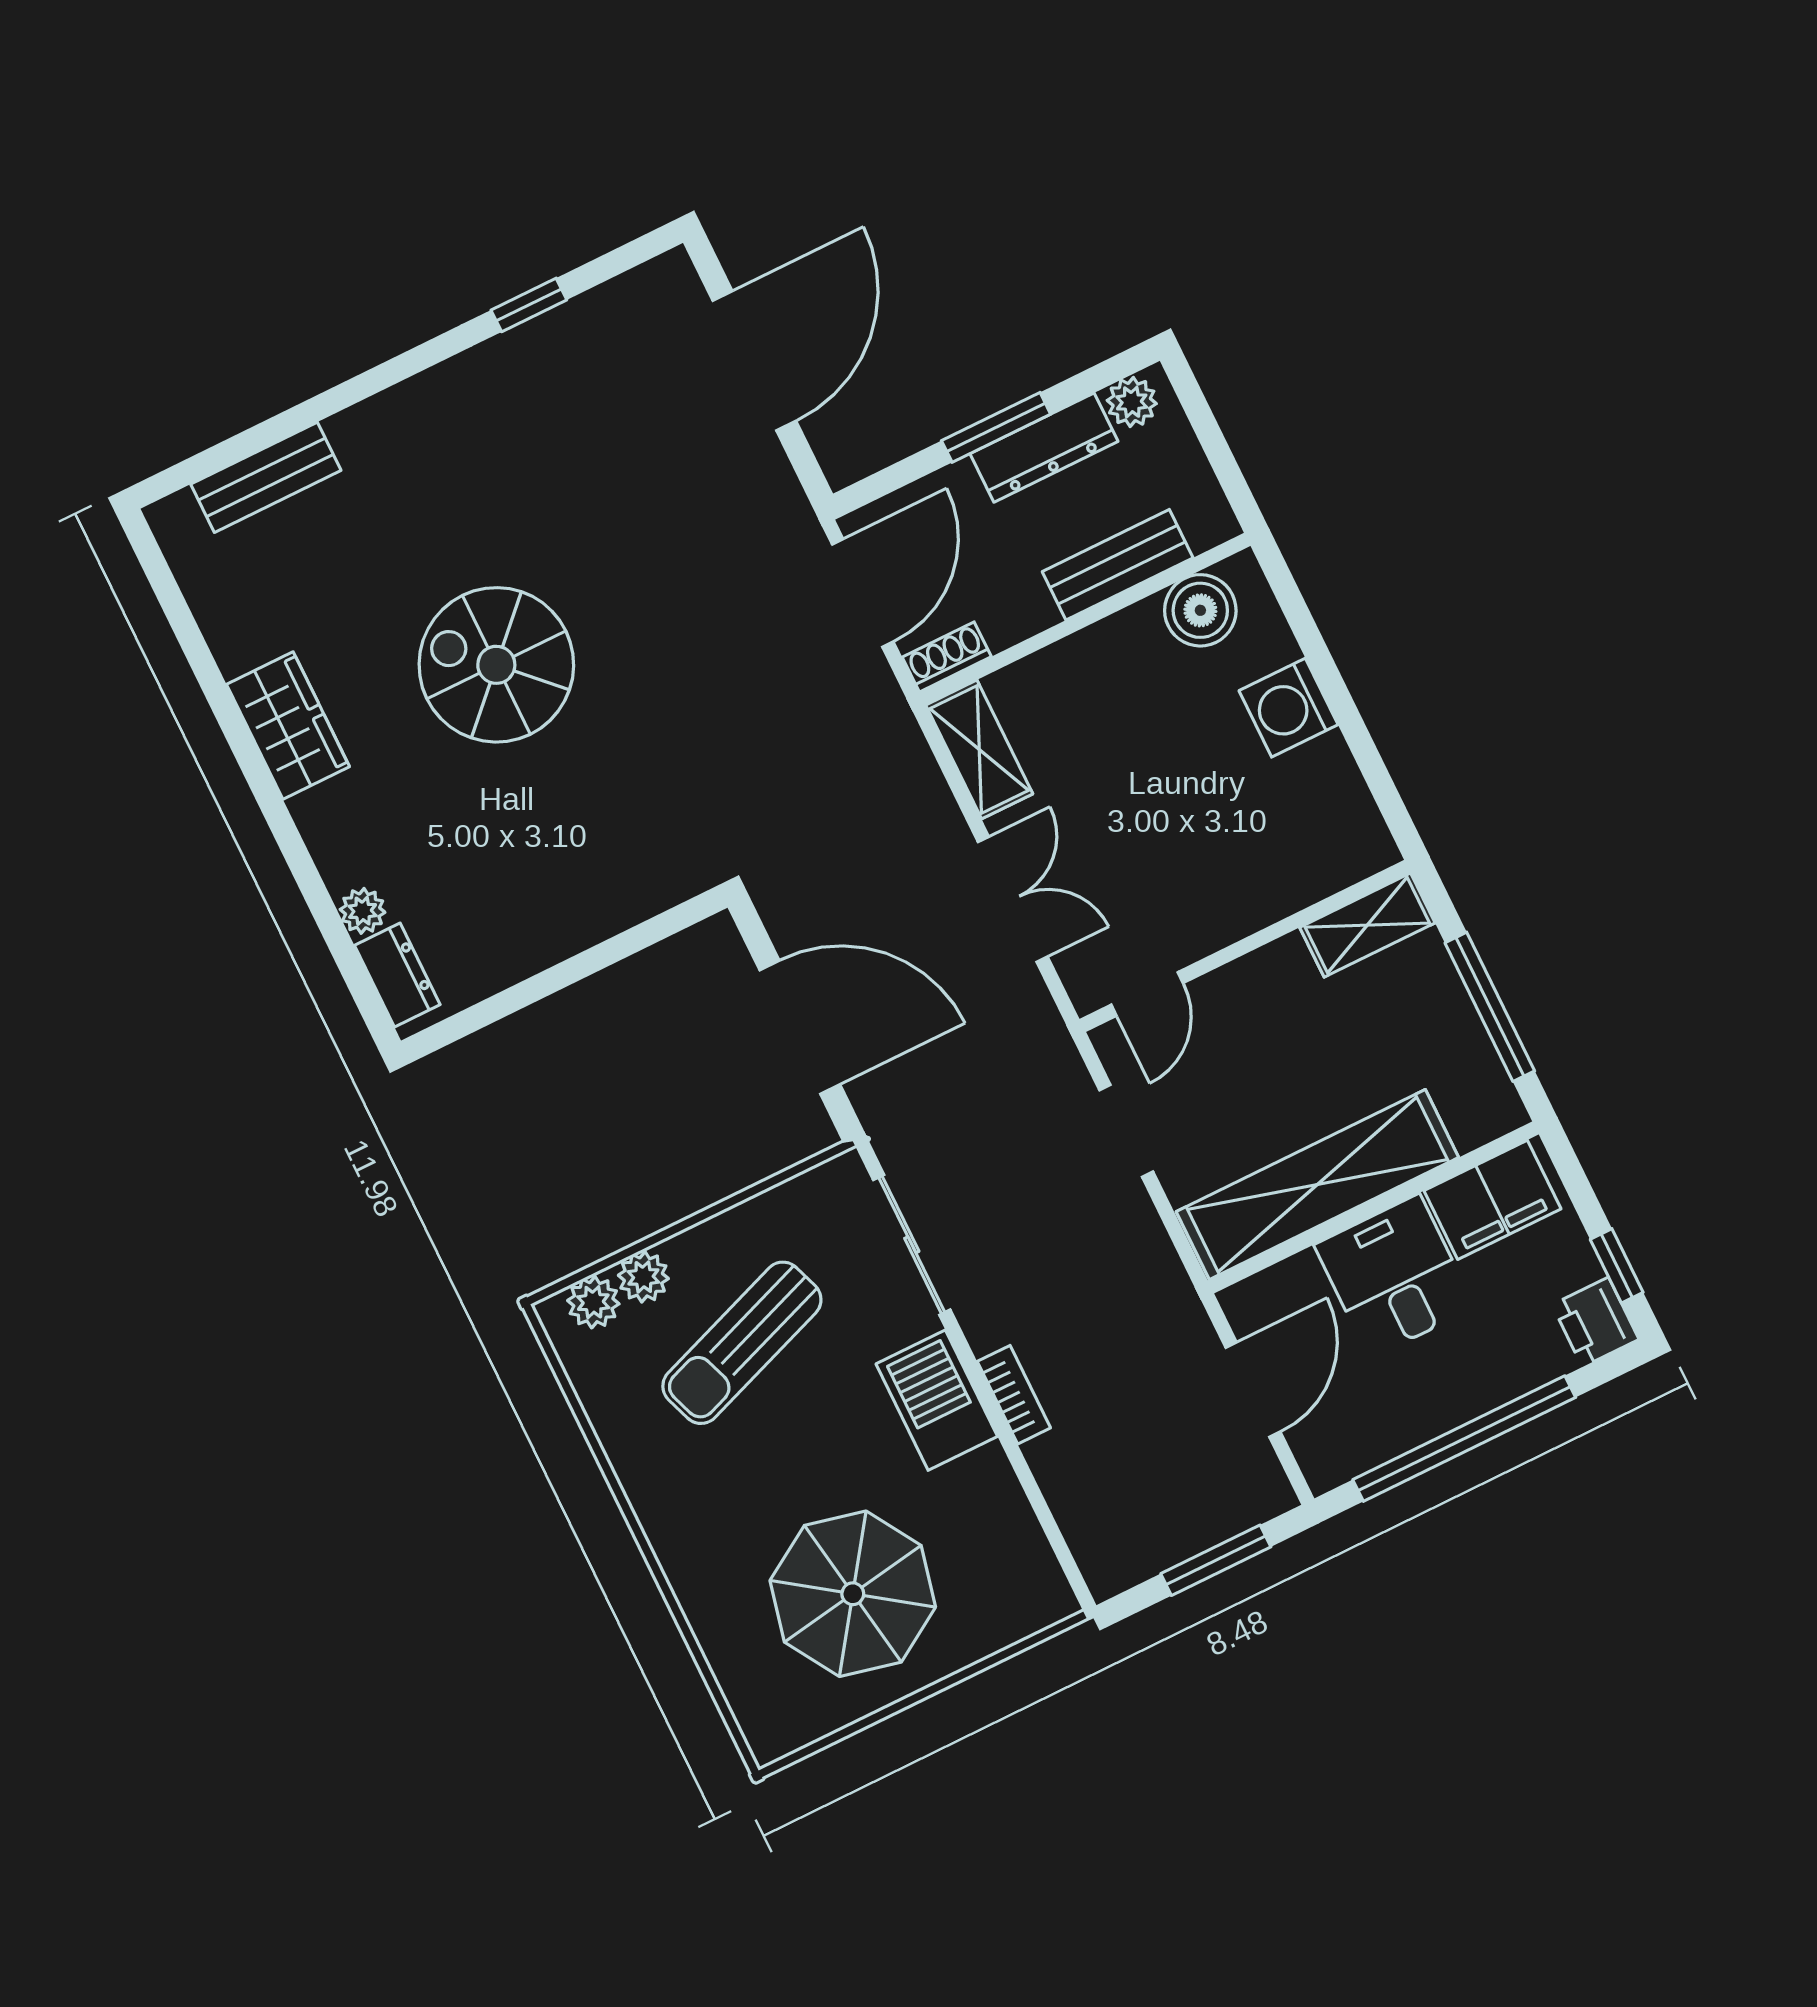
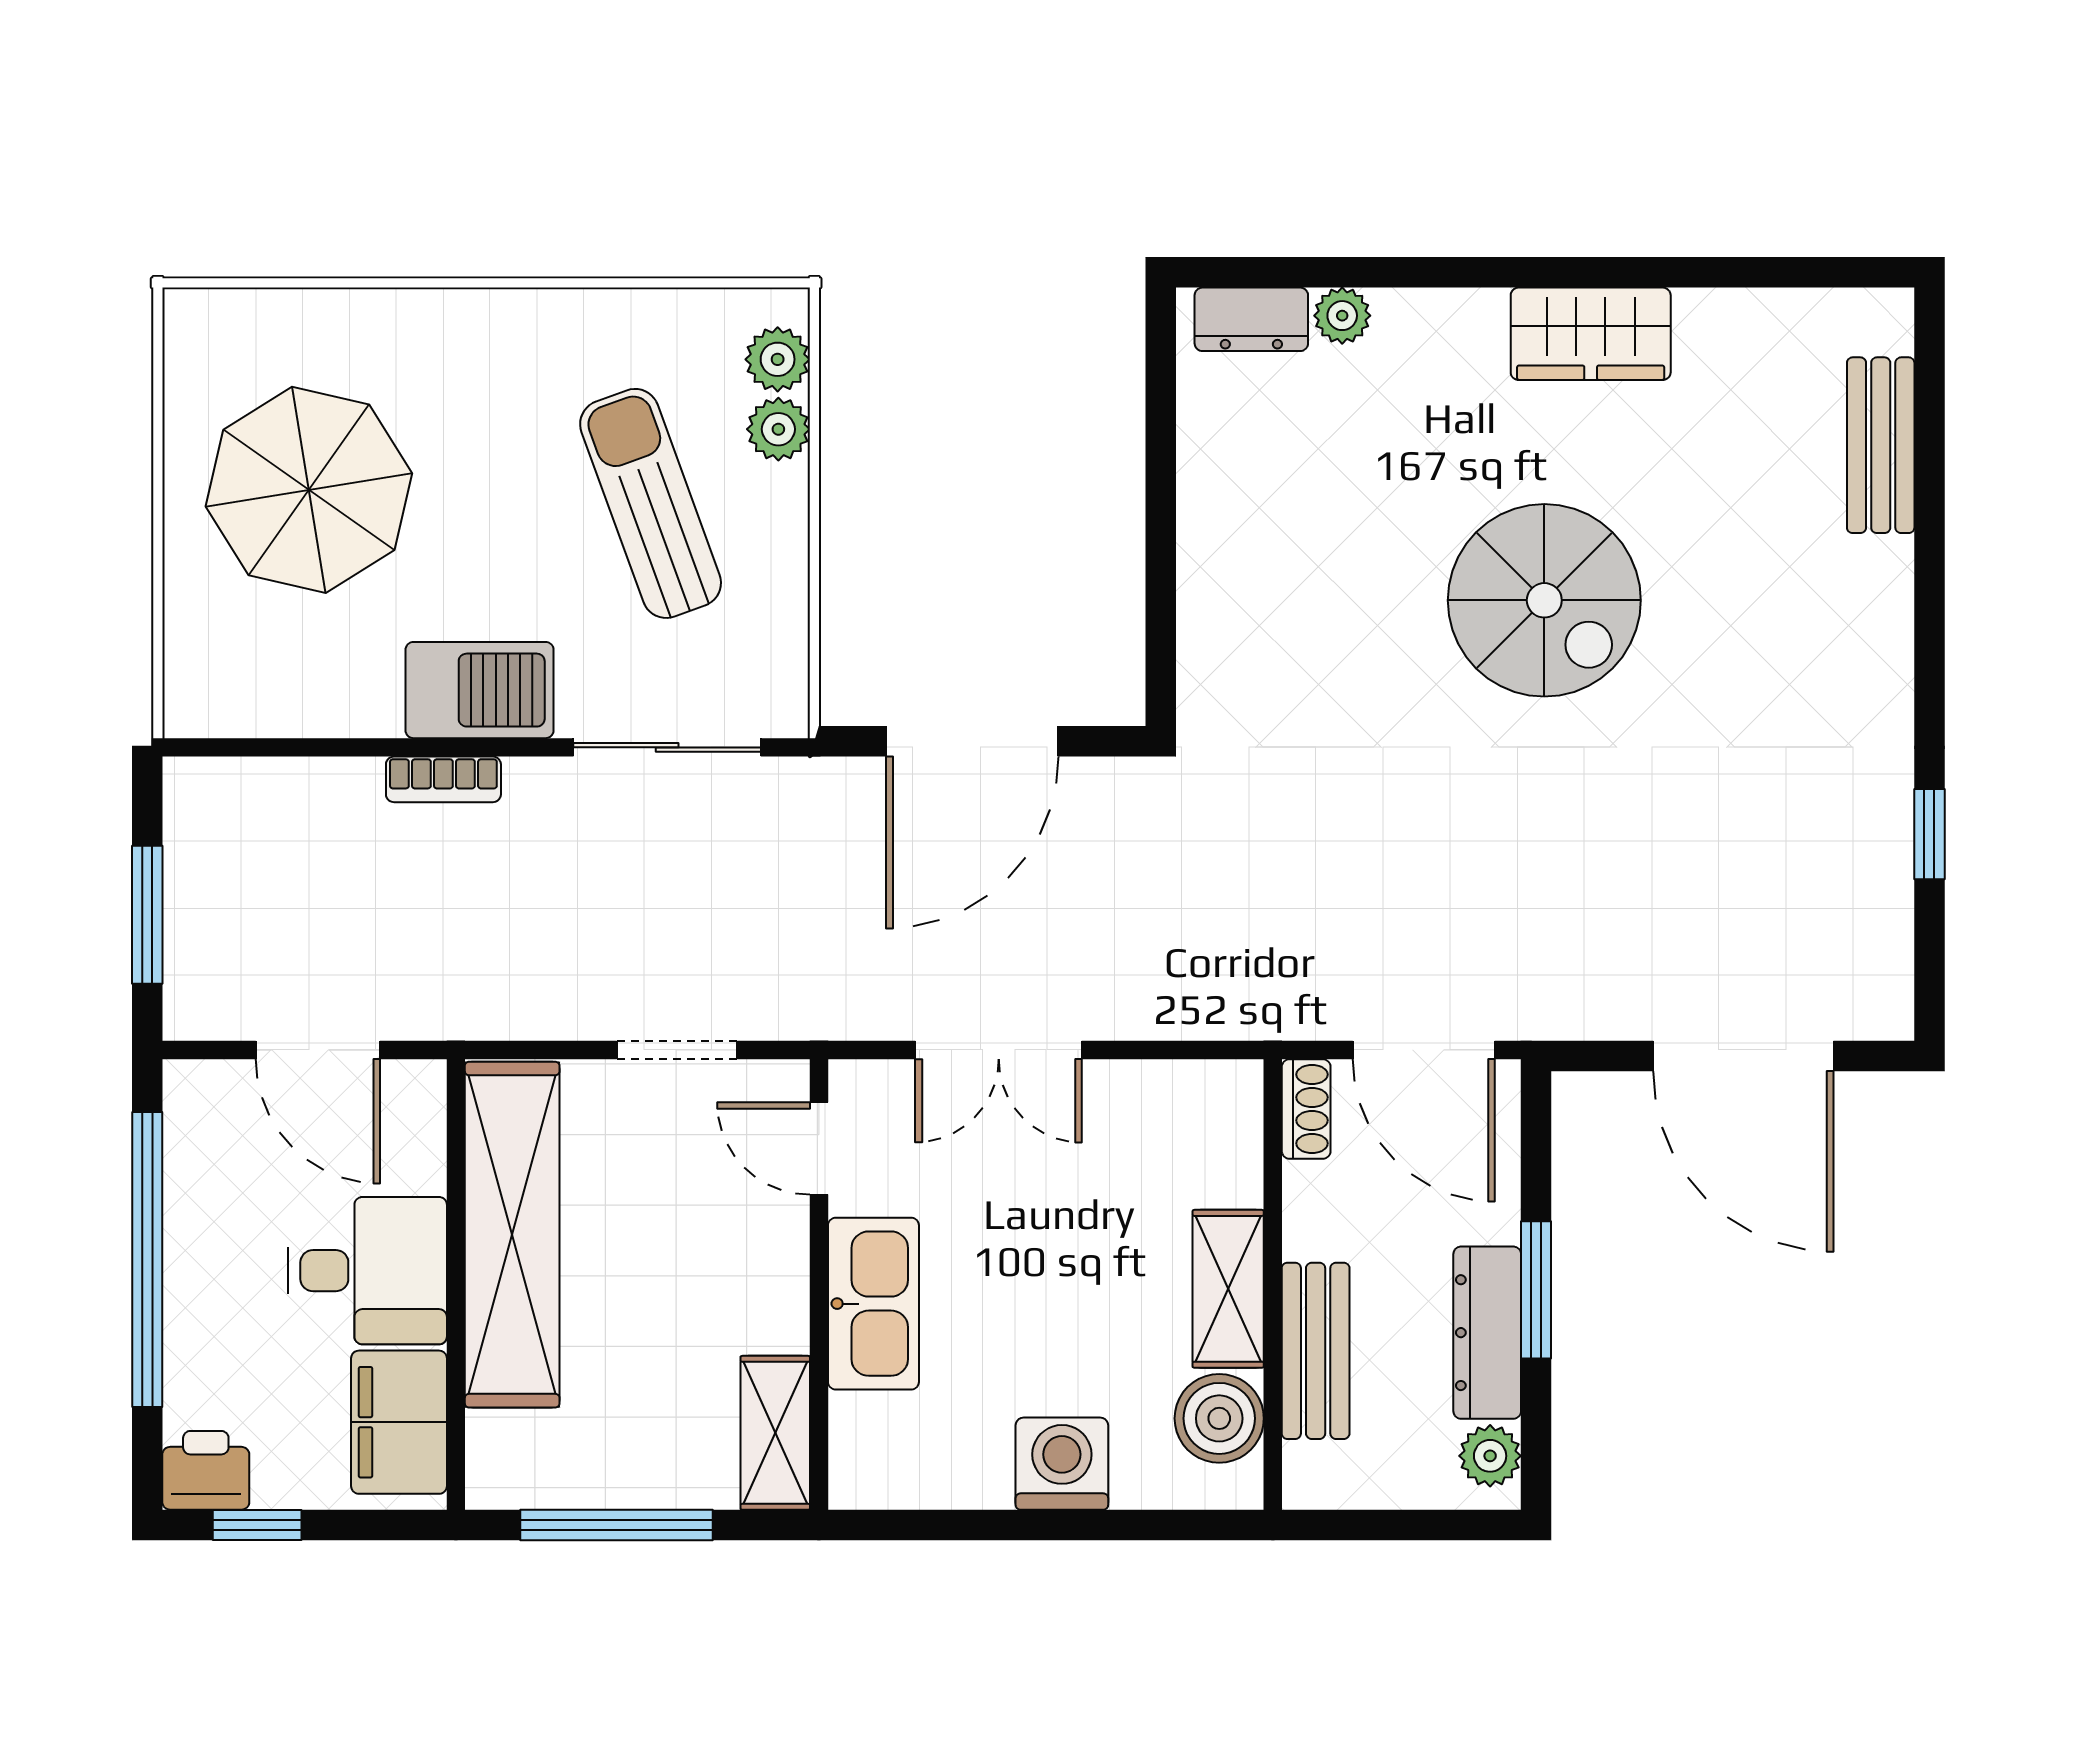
spiral stairs: (496, 665) -> (1544, 600), turned 90
shelving: (979, 749) -> (1228, 1289), moved, turned 90
kitchen sink: (1240, 900) -> (873, 1304), added

